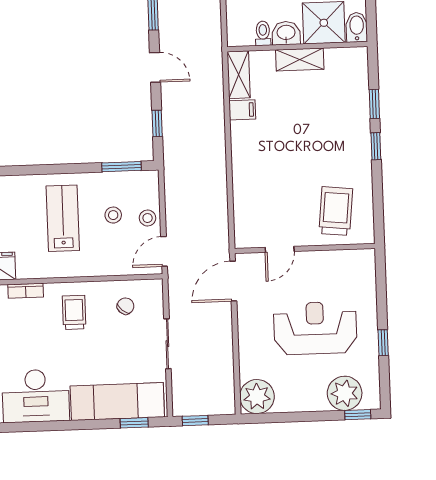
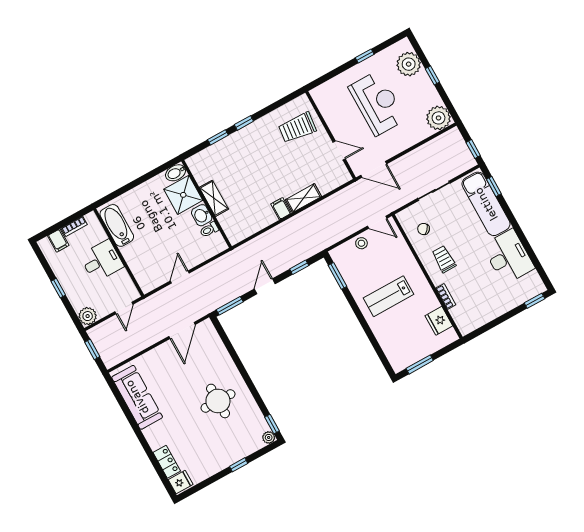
shelving: (239, 75) -> (303, 198), moved
filing cabinet: (242, 110) -> (281, 209), moved
stool: (113, 215) -> (371, 266), removed
trolley: (74, 312) -> (444, 259), turned 90
reception desk: (315, 328) -> (377, 103), turned 180
window: (358, 415) -> (432, 75), moved

